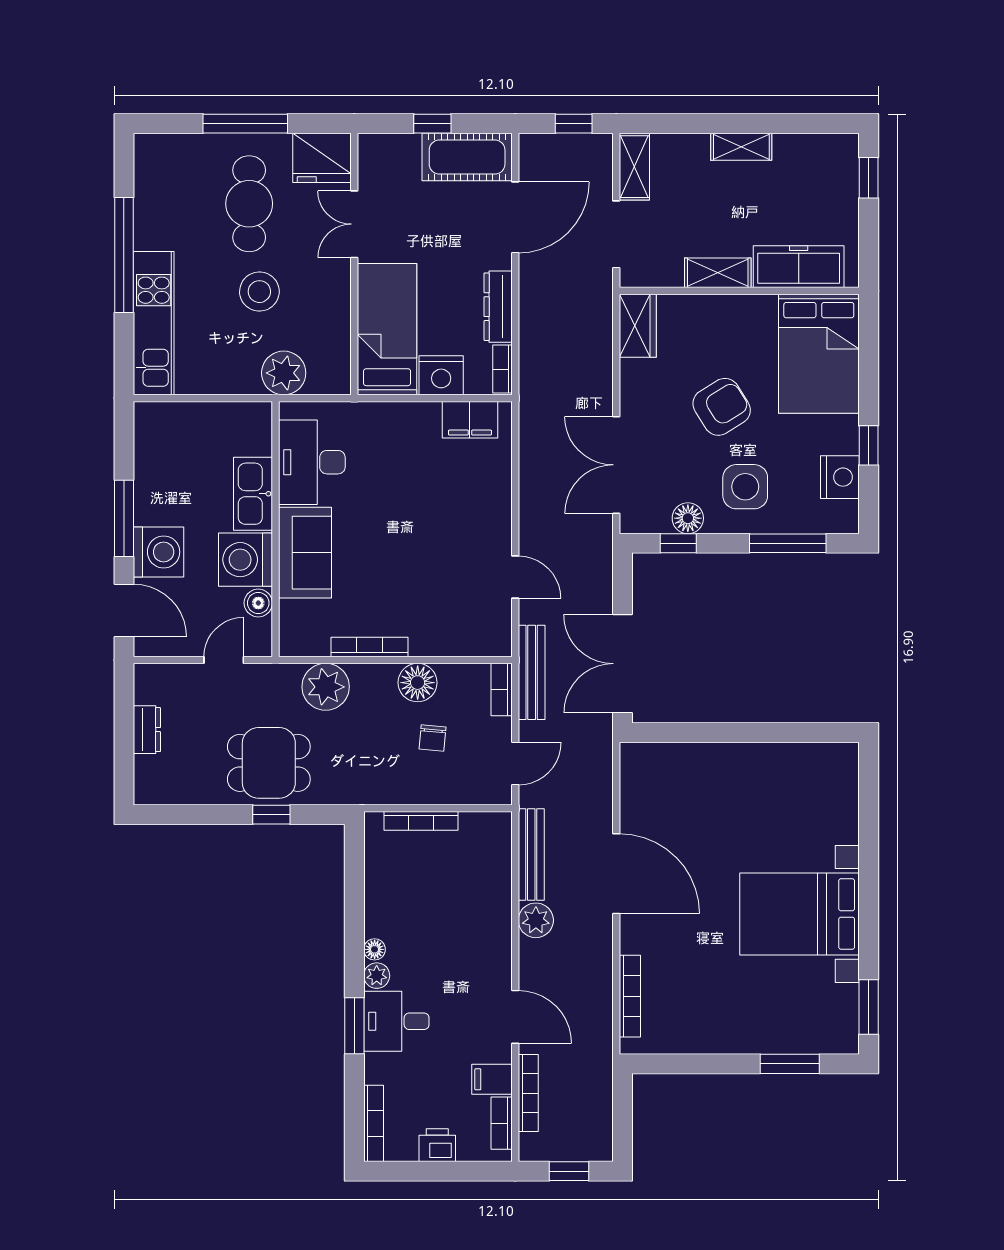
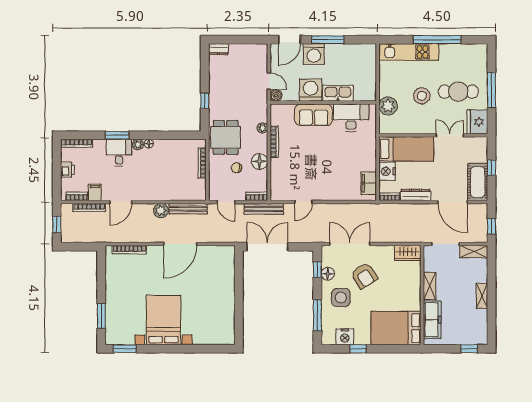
armchair: (722, 407) -> (364, 276), moved
boiler: (258, 603) -> (276, 95), moved
plant: (326, 687) -> (262, 128), width x0.53, depth x0.53
dresser: (147, 730) -> (219, 49), moved
dining table: (269, 763) -> (226, 137), moved

